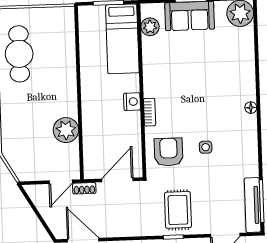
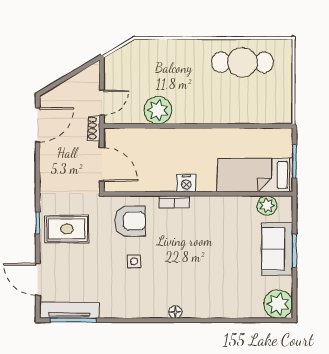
door: (61, 182) -> (102, 103), swing flipped

